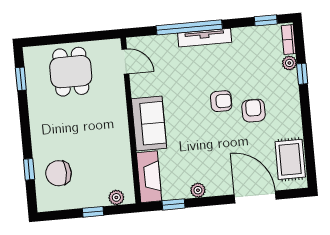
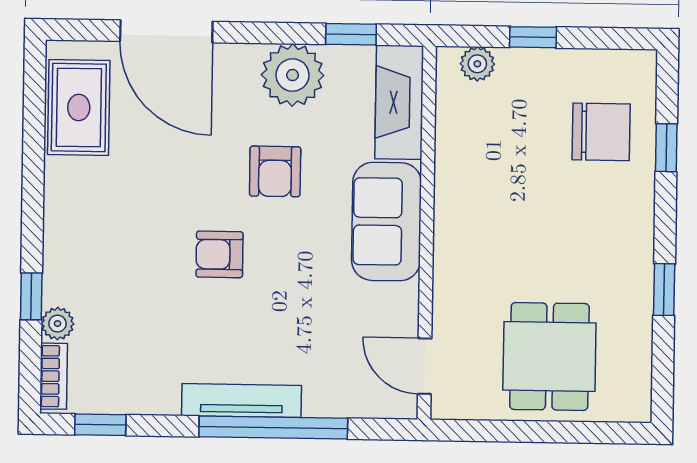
window: (21, 79) -> (664, 290), moved
armchair: (254, 111) -> (275, 171), moved
plant: (198, 190) -> (293, 75), width x1.87, depth x1.87

